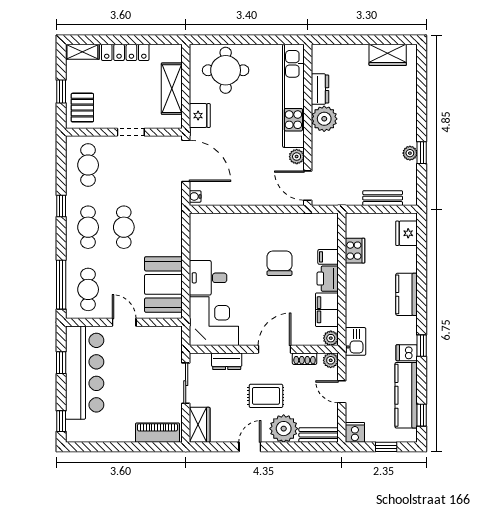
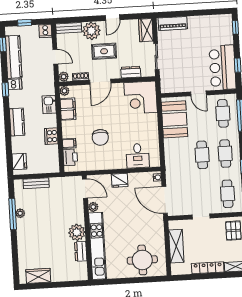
fridge: (200, 116) -> (120, 180), moved, turned -90
window: (422, 153) -> (13, 214), width x2.17
cooker: (355, 251) -> (51, 136), moved
desk: (208, 278) -> (138, 156), moved, turned 90
printer: (328, 279) -> (70, 157), moved
kitchen sink: (355, 341) -> (49, 105), moved
bar counter: (85, 373) -> (223, 68), width x0.73

